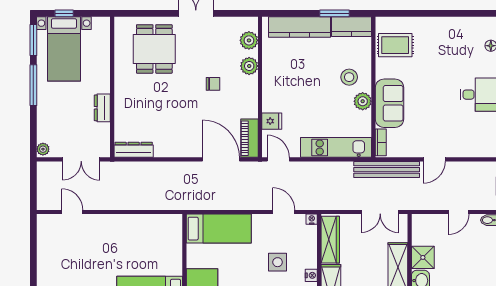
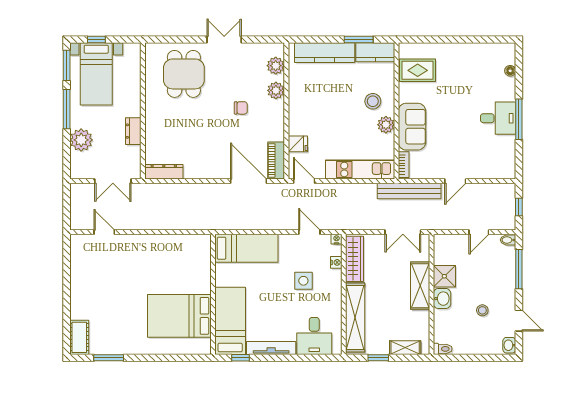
plant: (43, 149) -> (81, 140), moved, width x1.87, depth x1.87
nightstand: (311, 275) -> (336, 262), moved

